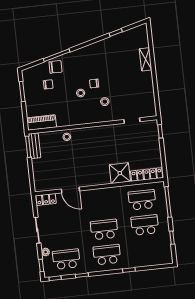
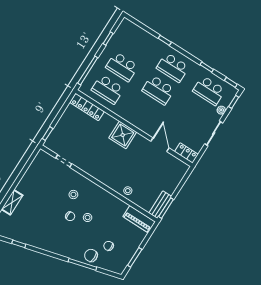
shower: (120, 173) -> (123, 135), moved

